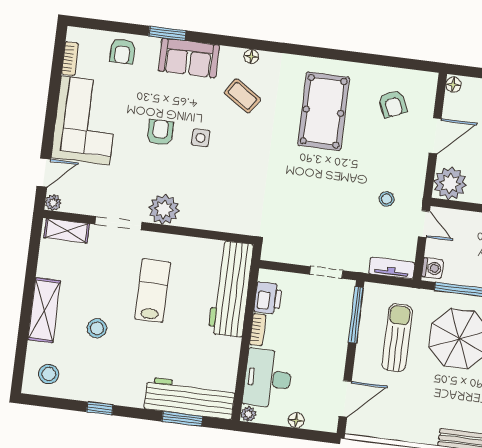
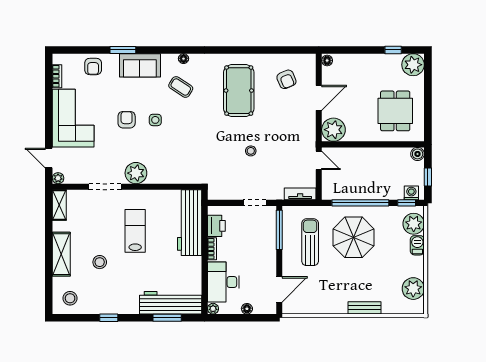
door: (44, 173) -> (49, 158), swing flipped
stool: (387, 199) -> (251, 151), moved
shelving: (67, 231) -> (59, 205), moved, turned 90
washing machine: (432, 268) -> (329, 191), removed

